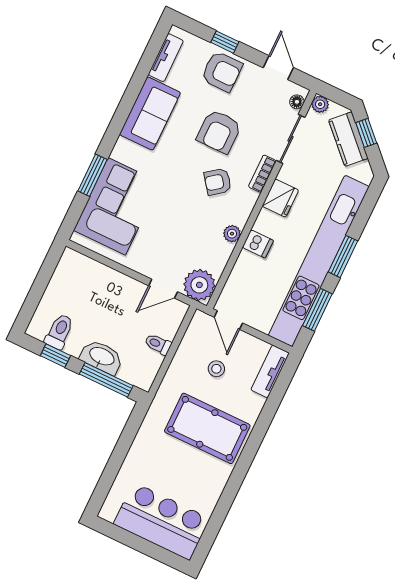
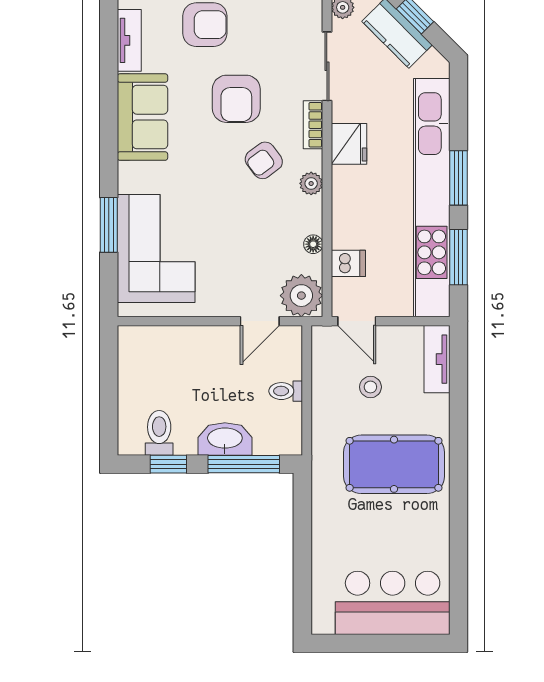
floor lamp: (297, 102) -> (313, 244), moved
plant: (232, 234) -> (311, 183), moved
dishwasher: (258, 244) -> (348, 263), moved

